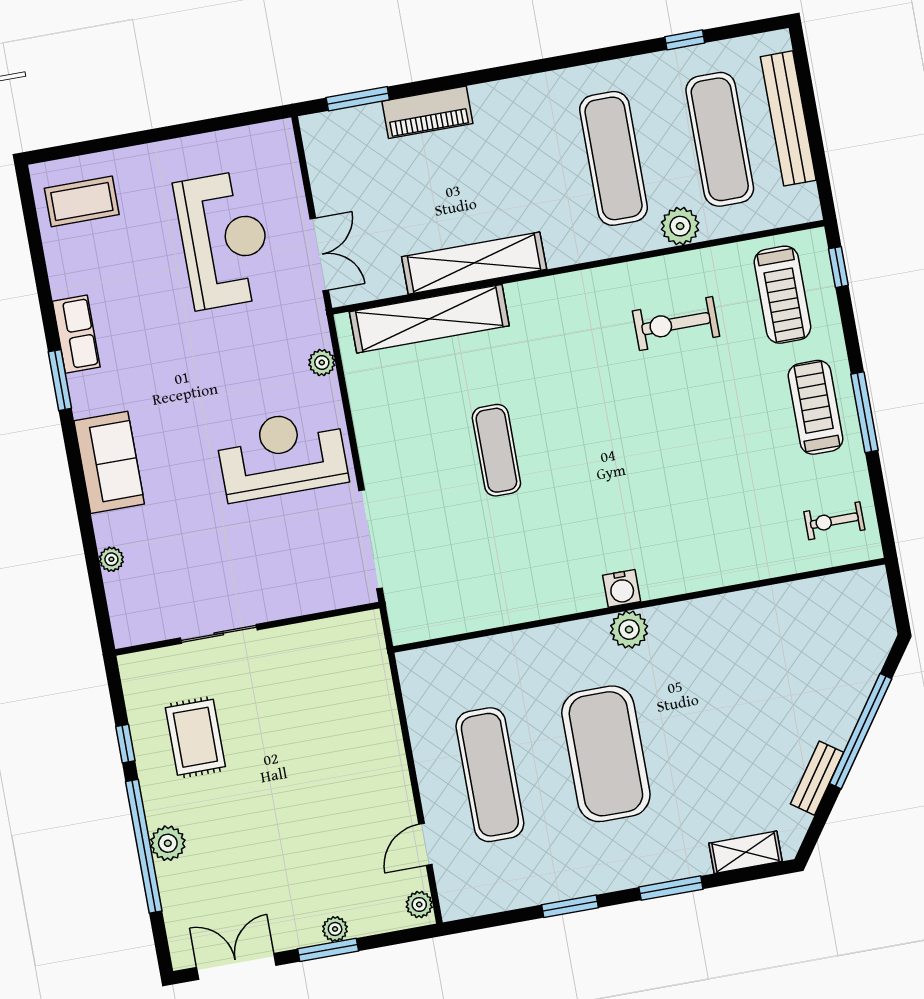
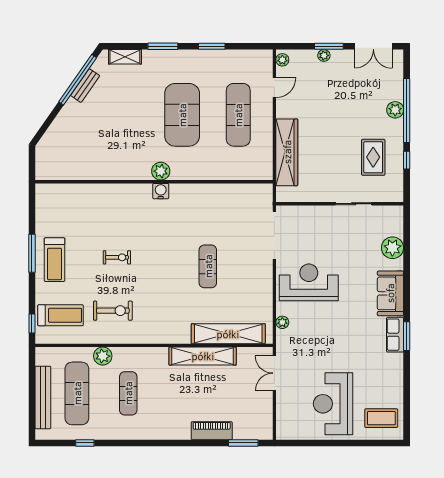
exercise mat: (614, 158) -> (128, 393), width x0.73, depth x0.69
reception desk: (224, 240) -> (333, 404), moved
treadmill: (782, 295) -> (61, 315), turned 90
row of seats: (76, 334) -> (395, 335), moved
reception desk: (282, 455) -> (309, 282), turned 180
exercise bike: (834, 521) -> (117, 257), moved
plant: (111, 559) -> (392, 248), width x1.88, depth x1.88
wardrobe: (376, 715) -> (287, 152), added
window: (861, 731) -> (78, 80), moved

